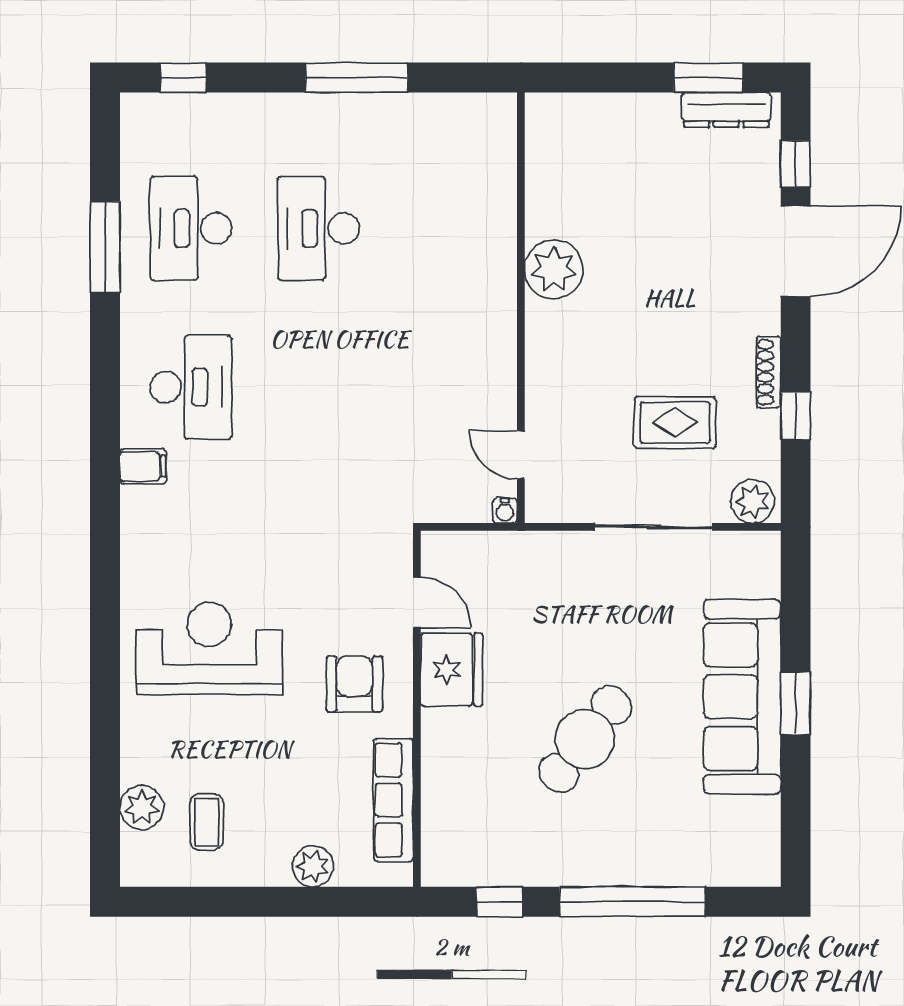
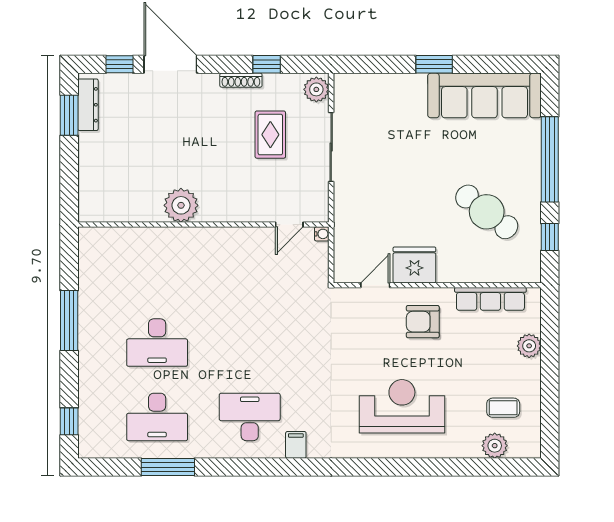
reception desk: (209, 648) -> (402, 406), turned 90
sofa: (742, 697) -> (484, 95), moved
cafe table: (585, 739) -> (487, 212), moved

